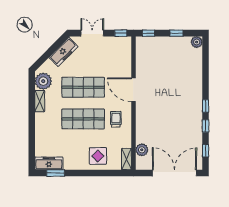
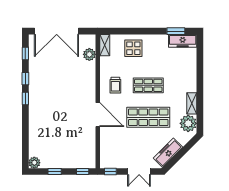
shop shelf: (83, 119) -> (148, 85), width x0.70, depth x0.74

